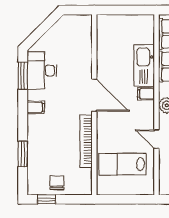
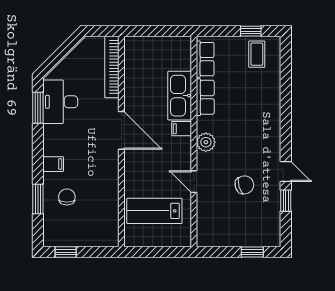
filing cabinet: (36, 107) -> (53, 164), moved
bookcase: (86, 141) -> (112, 67), moved
chair: (57, 183) -> (67, 197), moved

